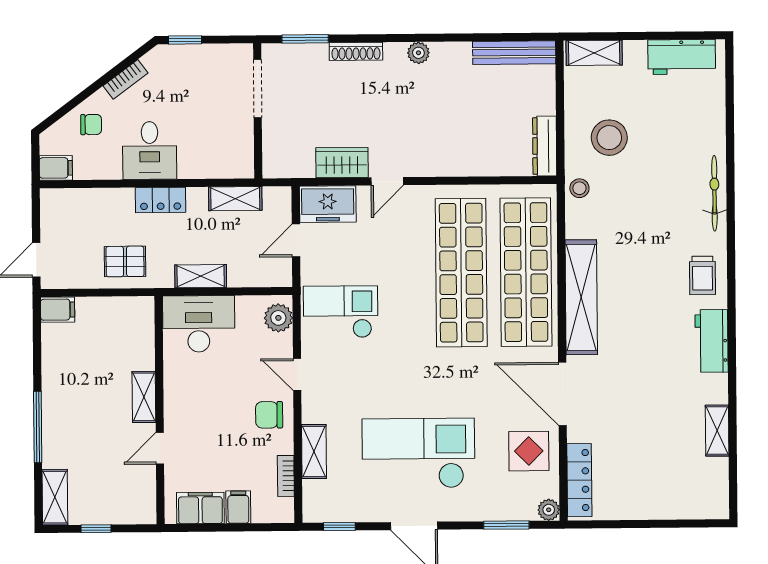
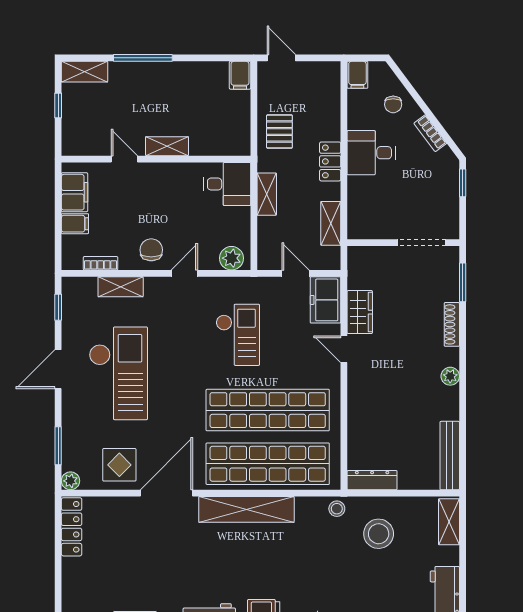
checkout: (341, 312) -> (238, 335), moved
desk: (199, 324) -> (227, 184), width x0.73
locker: (579, 480) -> (72, 527), moved, turned -90

